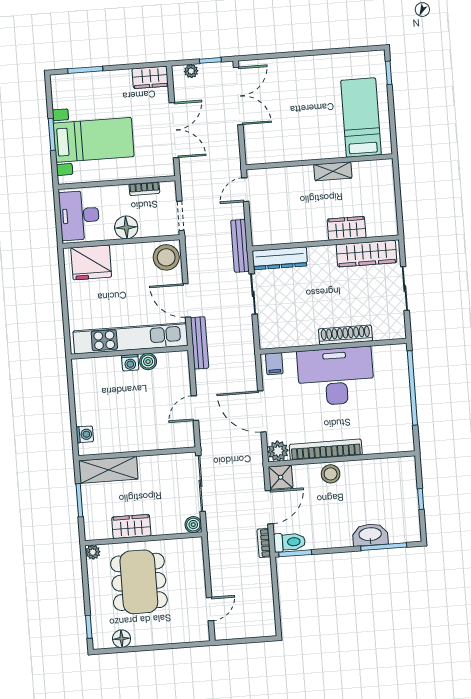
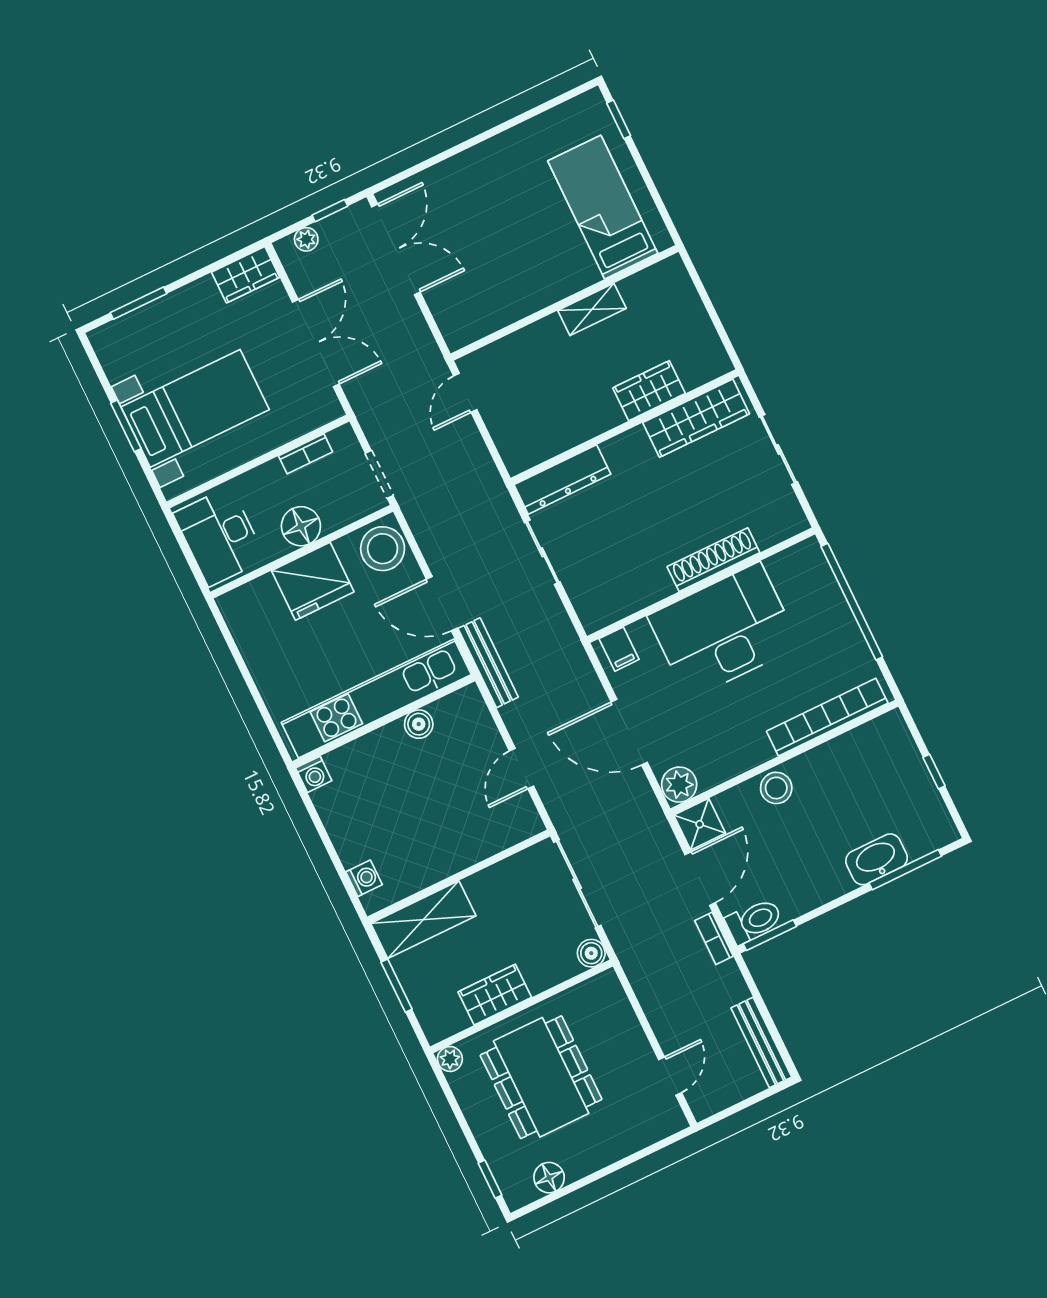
bench: (240, 246) -> (761, 1042), moved
fridge: (91, 262) -> (313, 581), moved
washing machine: (130, 363) -> (314, 774), moved
bookcase: (326, 450) -> (827, 717), moved

